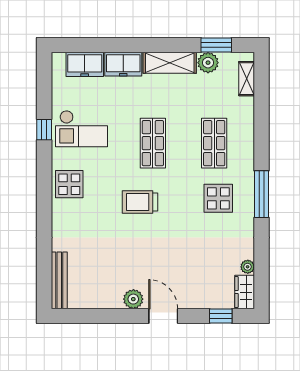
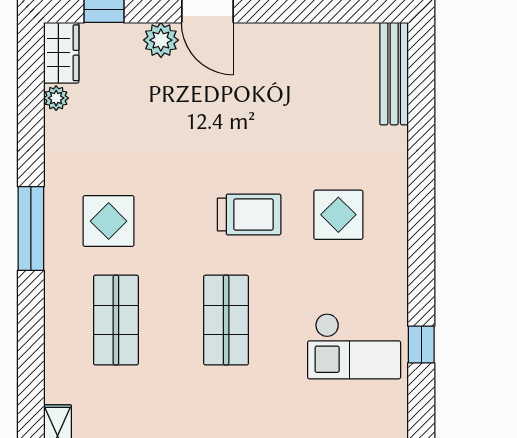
checkout: (82, 129) -> (354, 346), turned 180
display table: (69, 184) -> (338, 215), moved
plant: (133, 299) -> (161, 40), moved

